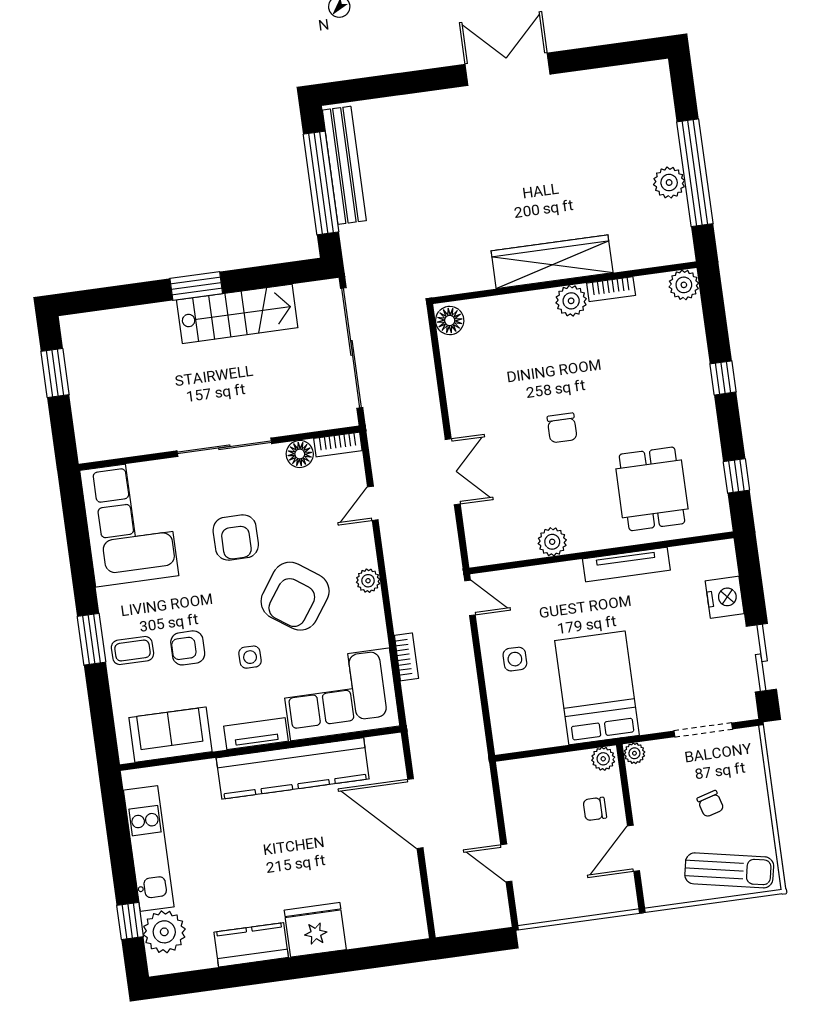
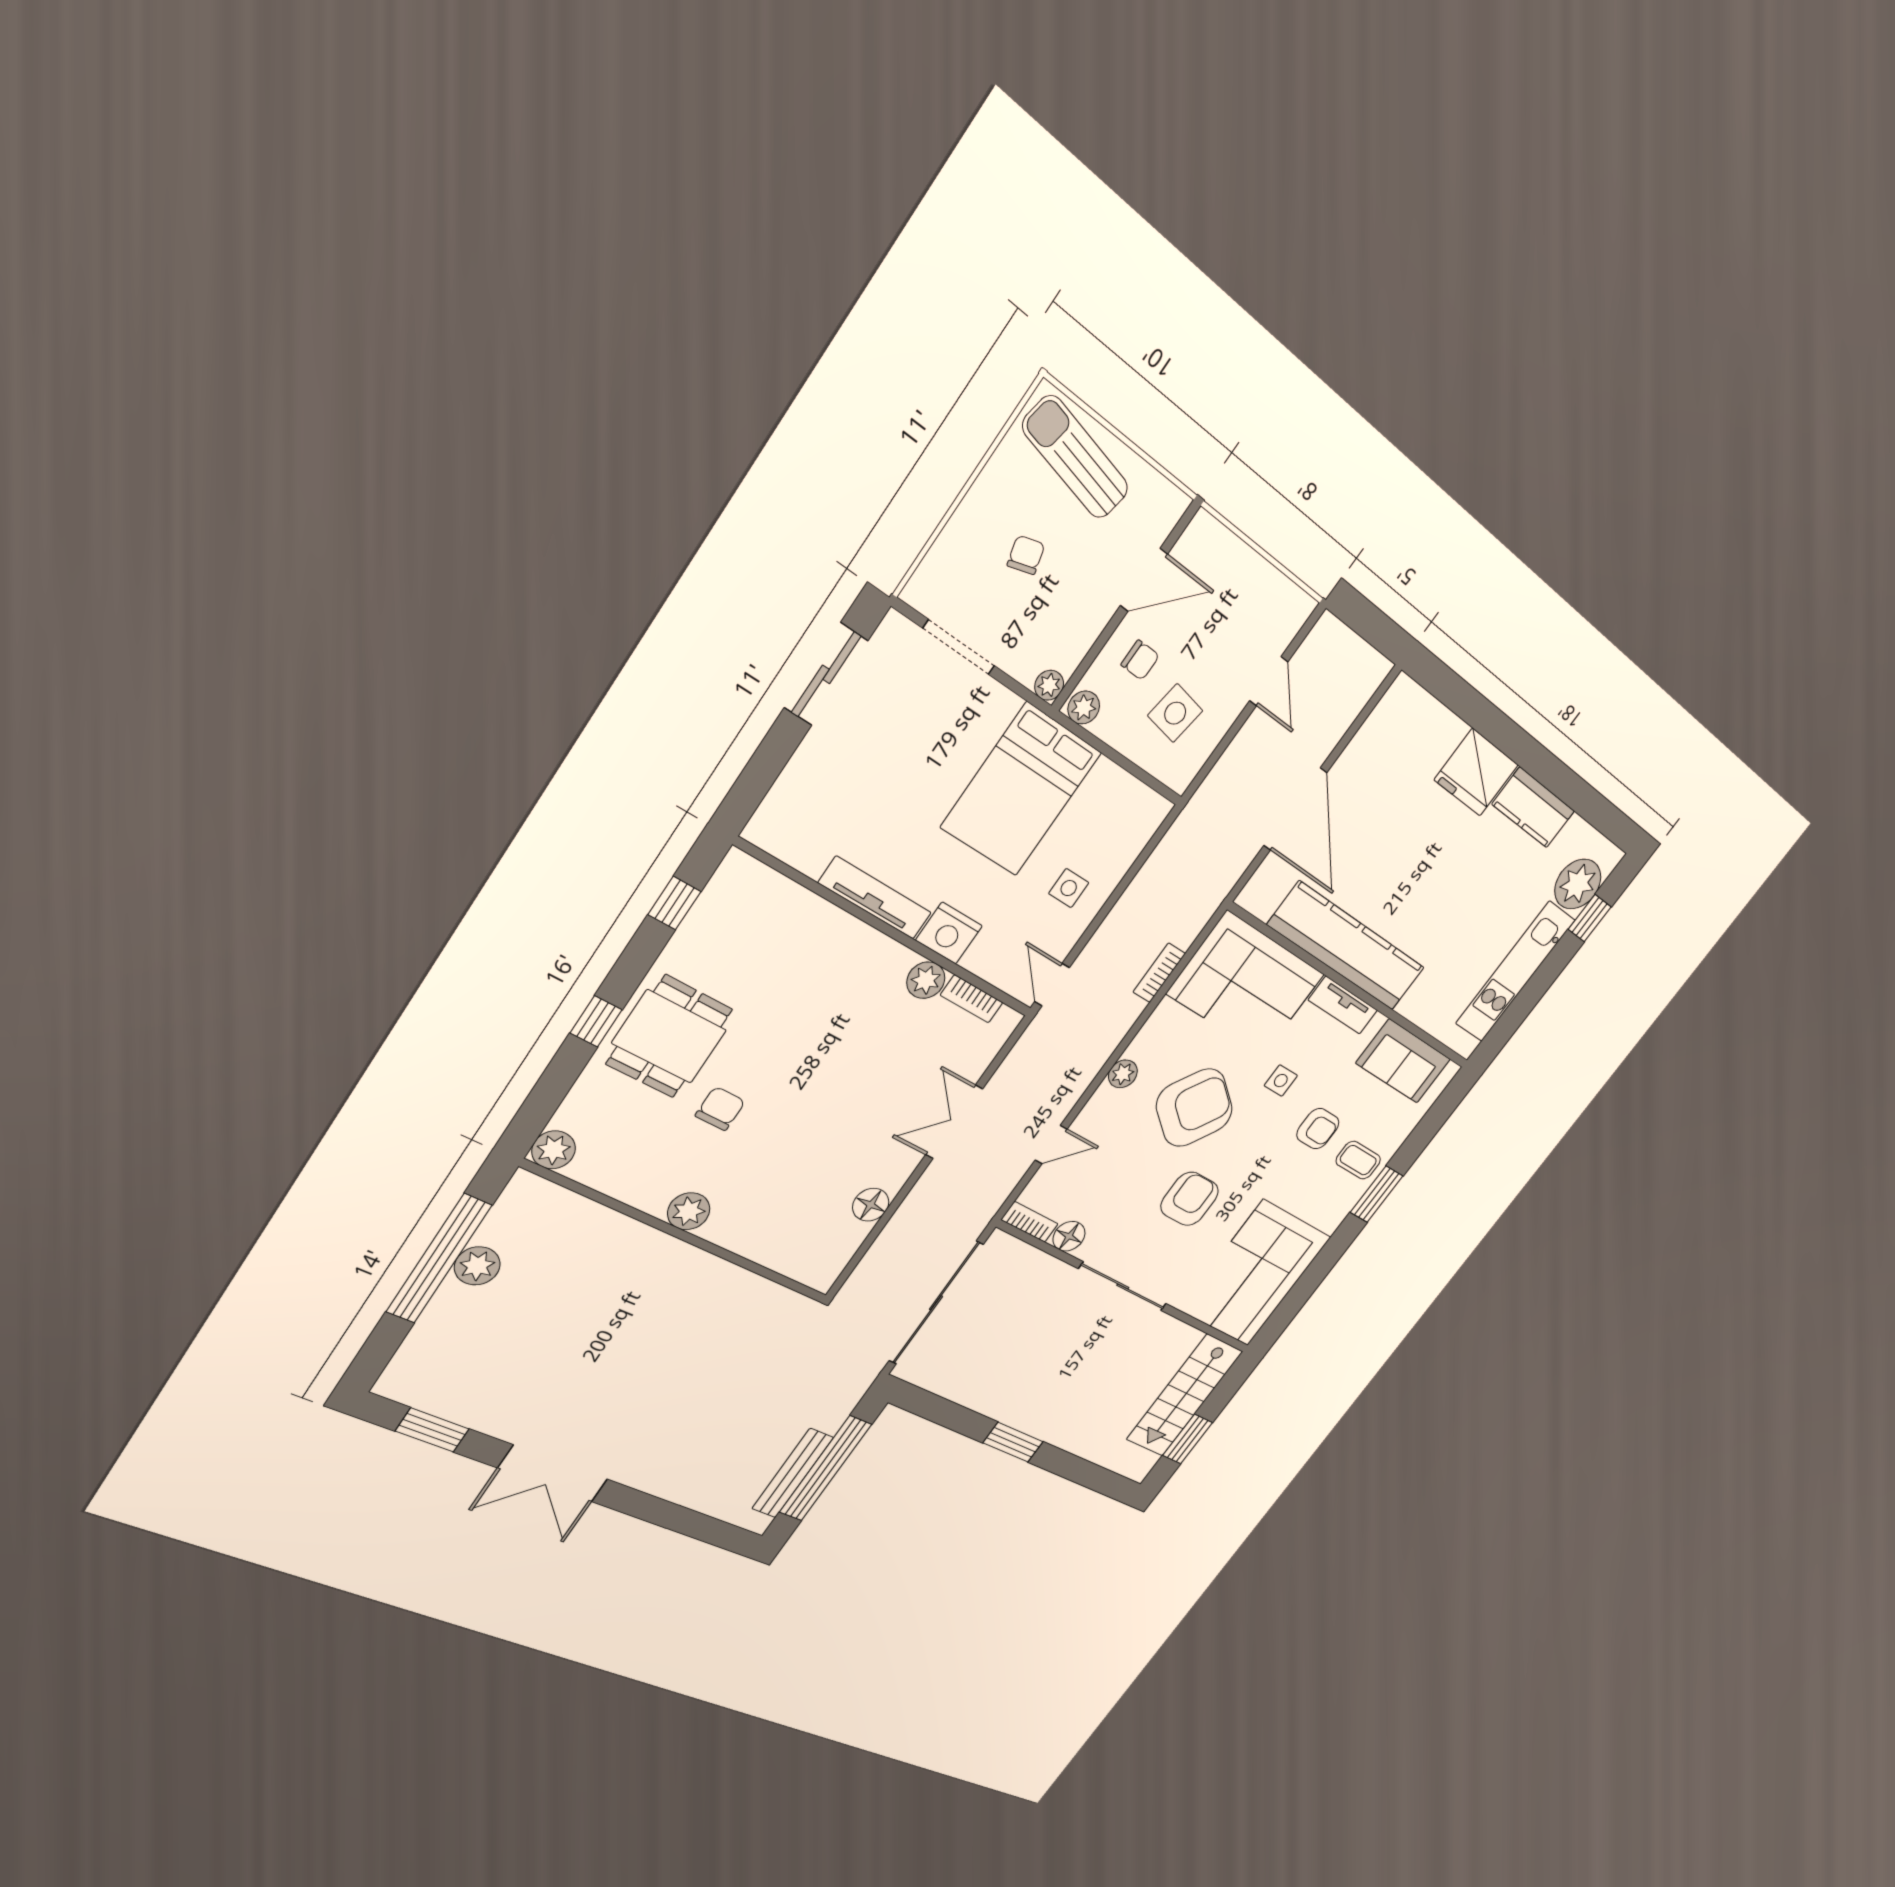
window: (609, 55) -> (432, 1430), added
bench: (344, 165) -> (793, 1473), width x0.73, depth x0.82
wardrobe: (552, 262) -> (674, 1262), removed
bookcase: (611, 289) -> (972, 999), moved, turned 180
stairs: (237, 314) -> (1185, 1395), moved, turned -90
floor lamp: (450, 321) -> (871, 1205), moved
chair: (562, 428) -> (720, 1109), moved
dining table: (652, 489) -> (669, 1037), moved
nightstand: (725, 597) -> (949, 933), moved, turned -90
side table: (546, 801) -> (1175, 713), added

